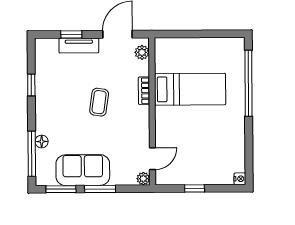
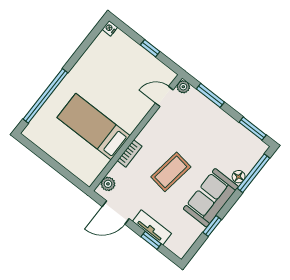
coffee table: (99, 102) -> (171, 172), width x1.36, depth x1.30
sofa: (83, 170) -> (211, 198), moved, turned 90
window: (100, 189) -> (210, 95), moved

